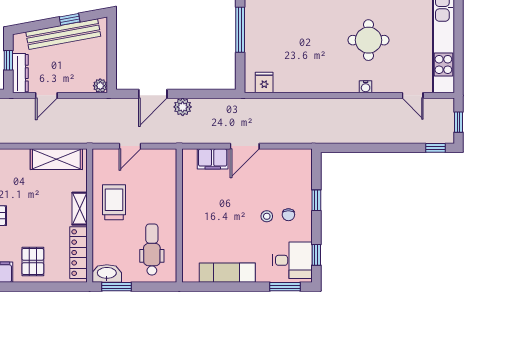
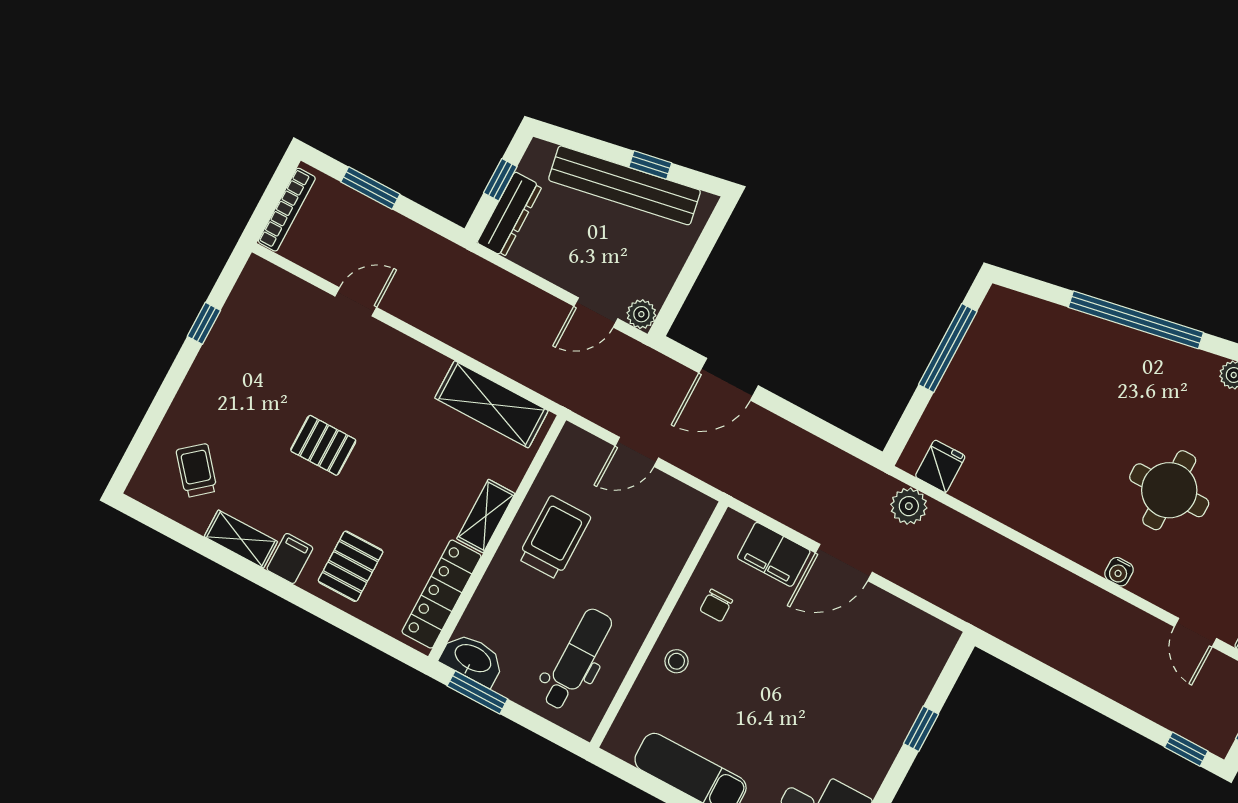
door: (46, 95) -> (596, 312), moved
plant: (183, 107) -> (909, 506), moved
chair: (288, 215) -> (716, 605), moved
stool: (267, 216) -> (676, 661), moved

